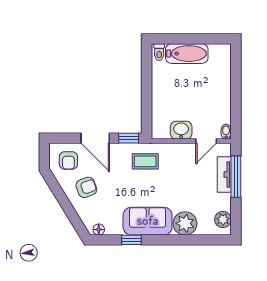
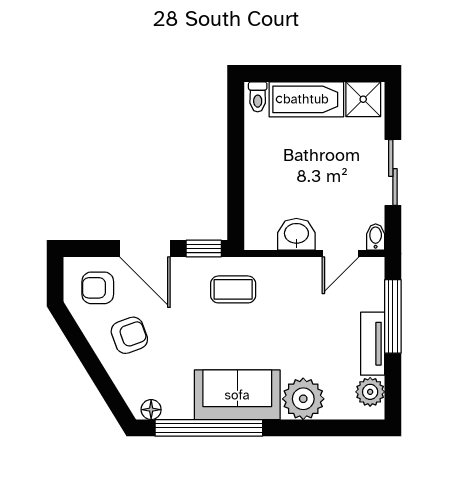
shower: (219, 53) -> (363, 99), added
sliding door: (236, 95) -> (393, 172), added
armchair: (68, 161) -> (98, 288), turned 90
tv unit: (224, 174) -> (373, 344), moved
window: (131, 240) -> (209, 428), width x3.17

